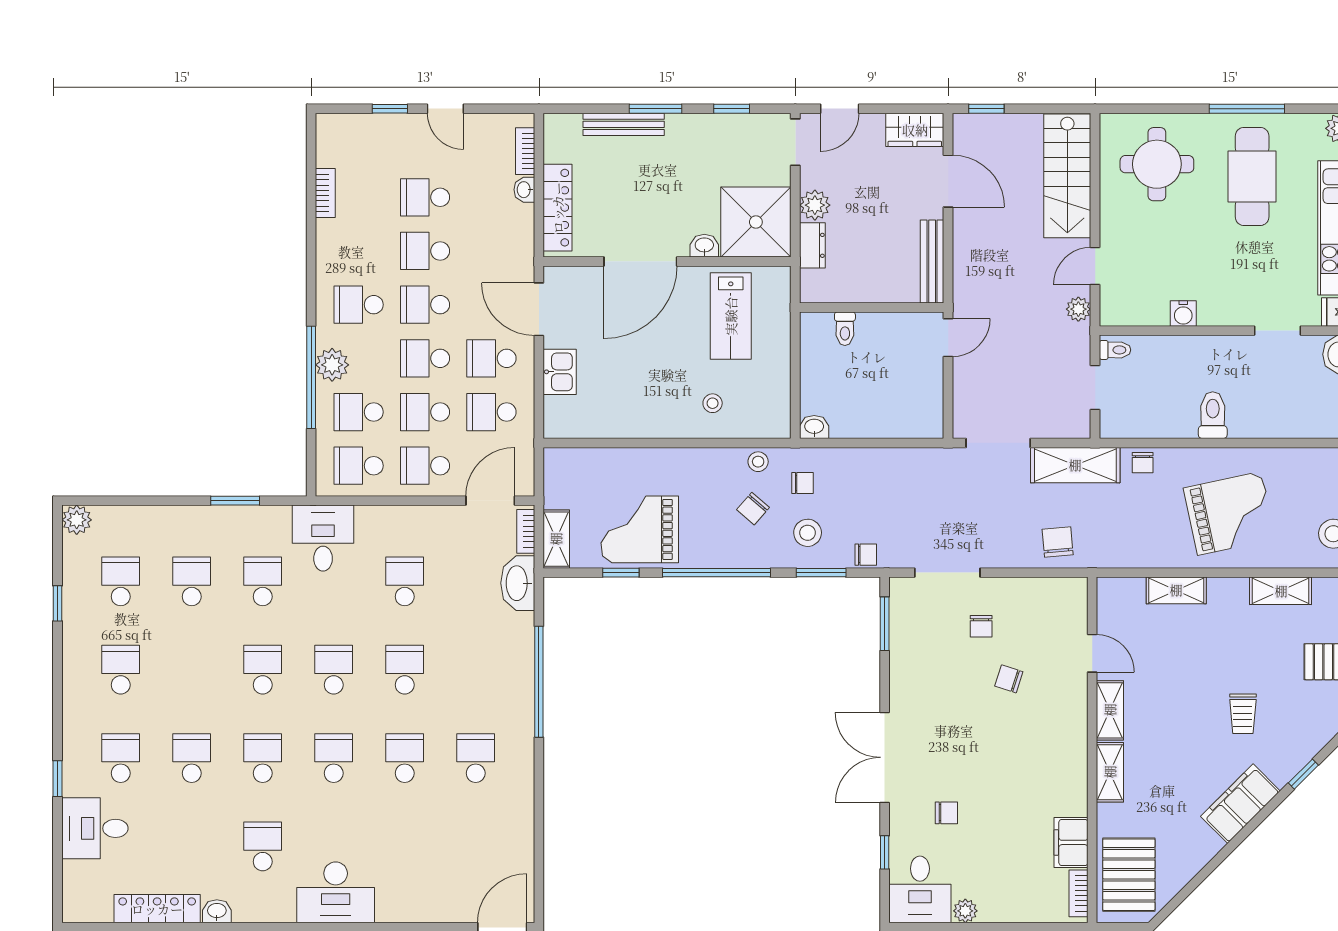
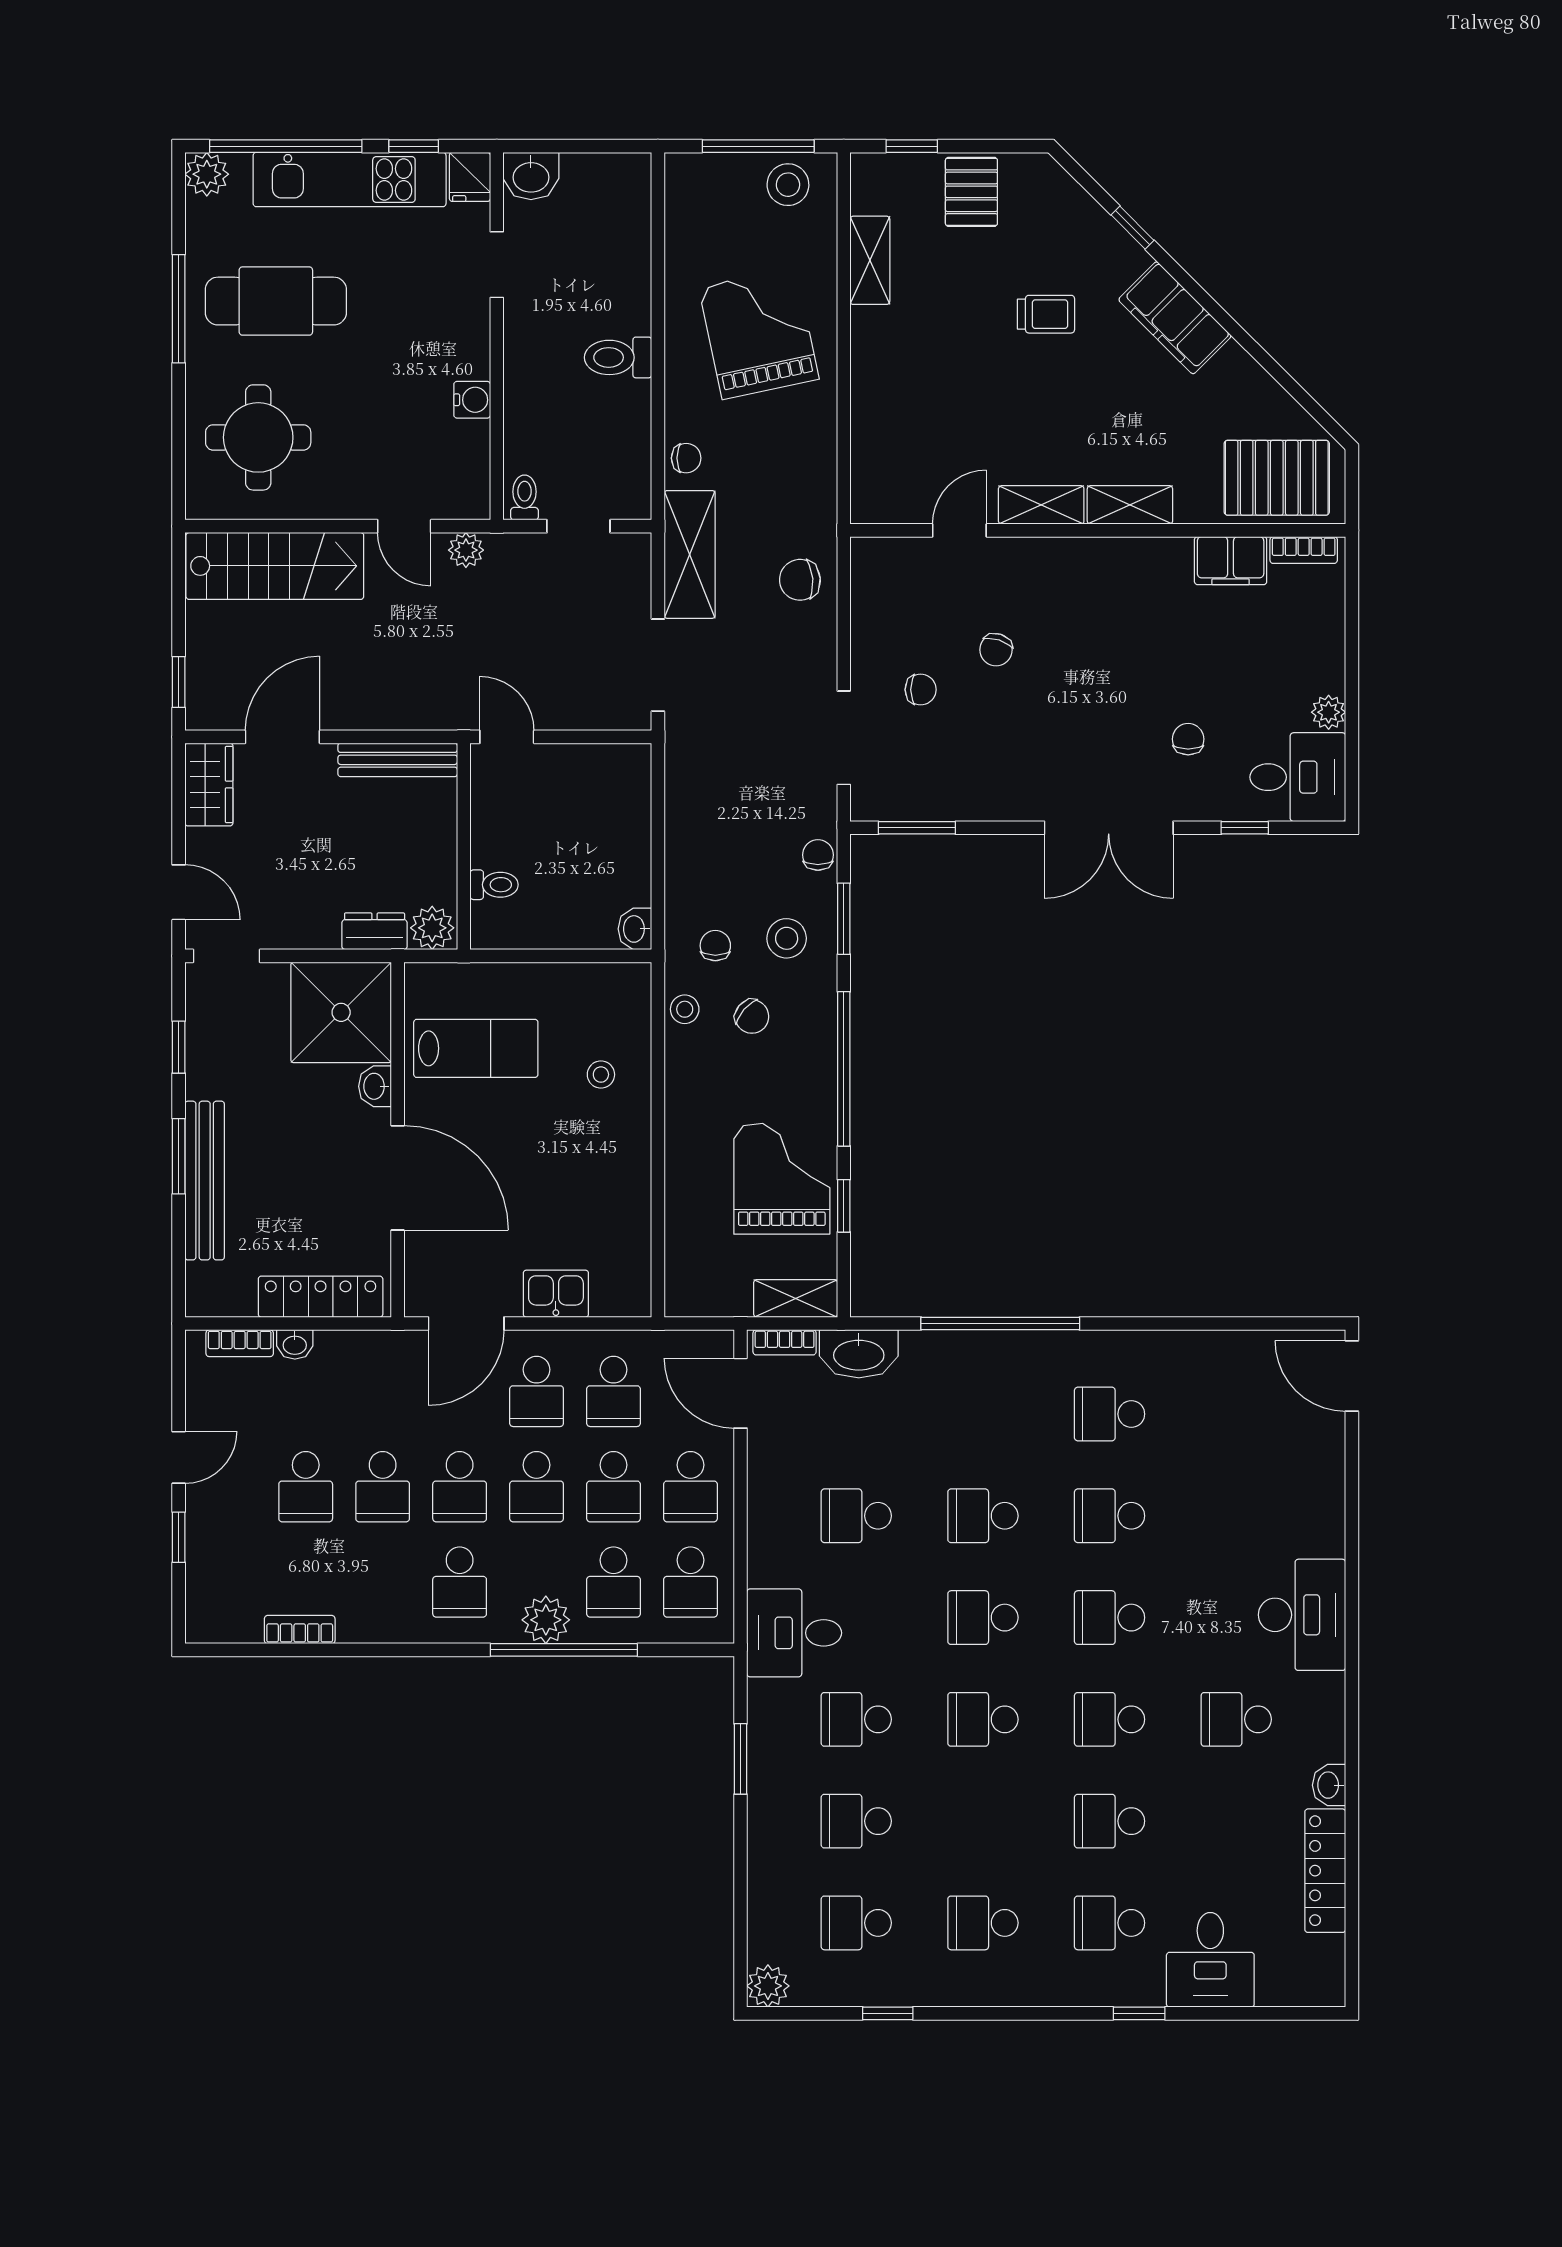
bench: (624, 124) -> (205, 1181), width x1.37, depth x1.21
plant: (815, 205) -> (432, 928), moved
grand piano: (640, 529) -> (782, 1179), turned 180
shelving: (1176, 590) -> (869, 410), removed

